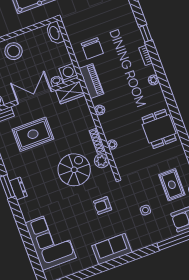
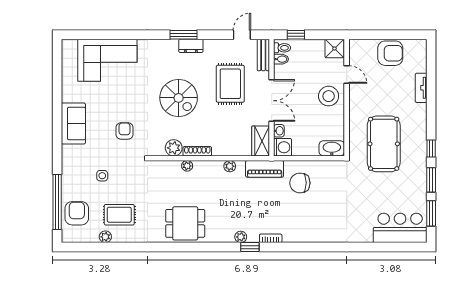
window: (146, 33) -> (250, 247), moved
spiral stairs: (74, 170) -> (179, 98), moved
dresser: (18, 189) -> (191, 46), moved

